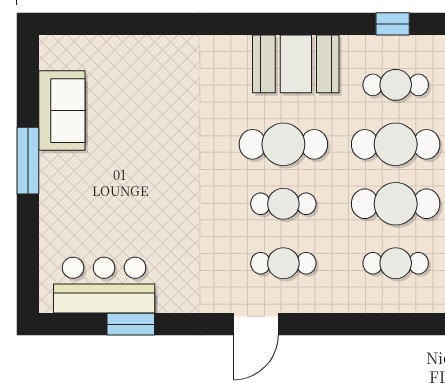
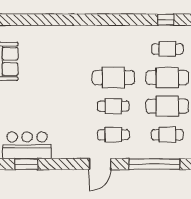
booth: (296, 64) -> (119, 39), removed
window: (131, 324) -> (26, 164), moved
window: (369, 324) -> (154, 164), added

